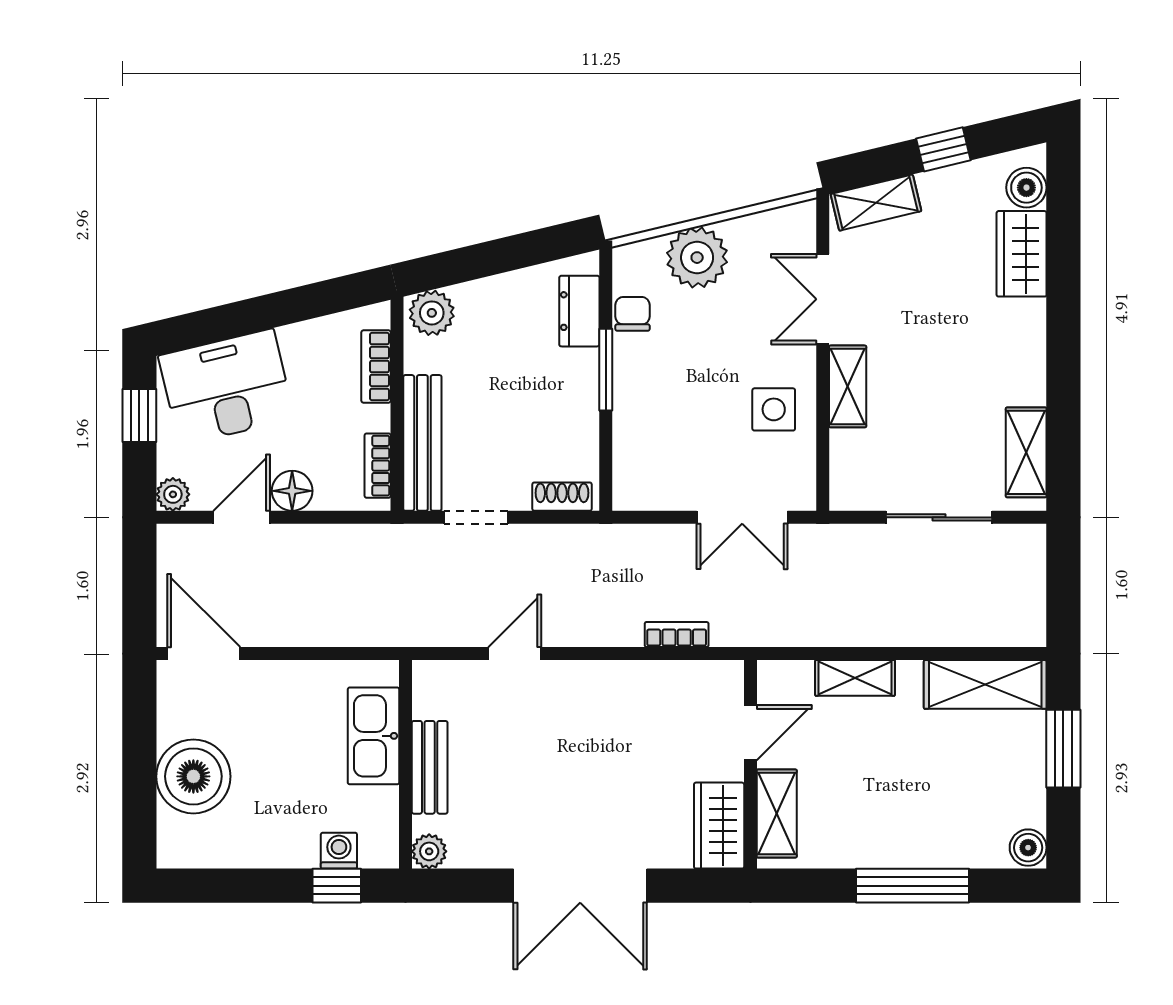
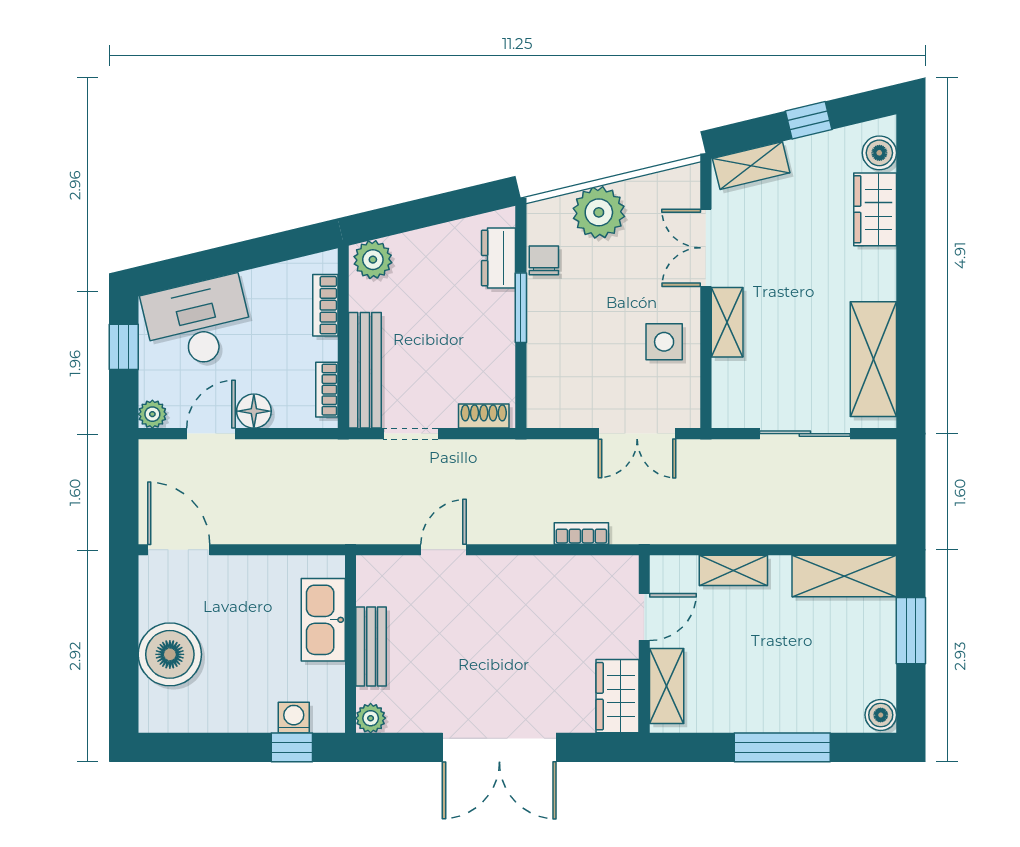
shelving: (1026, 452) -> (873, 359), width x1.50, depth x1.33

